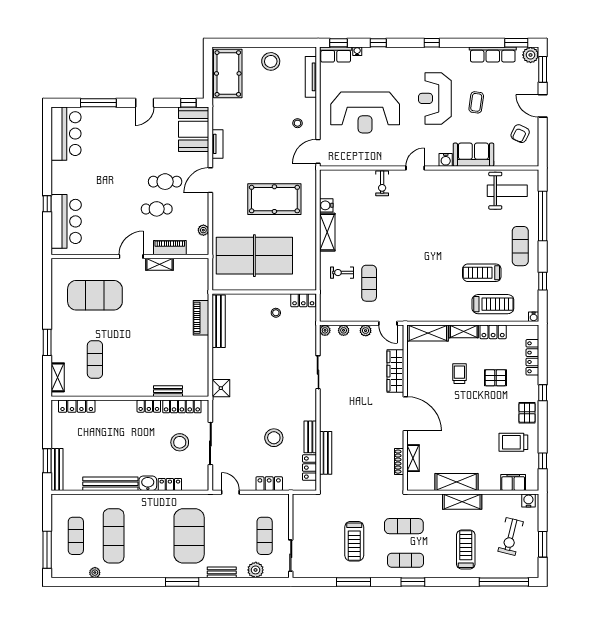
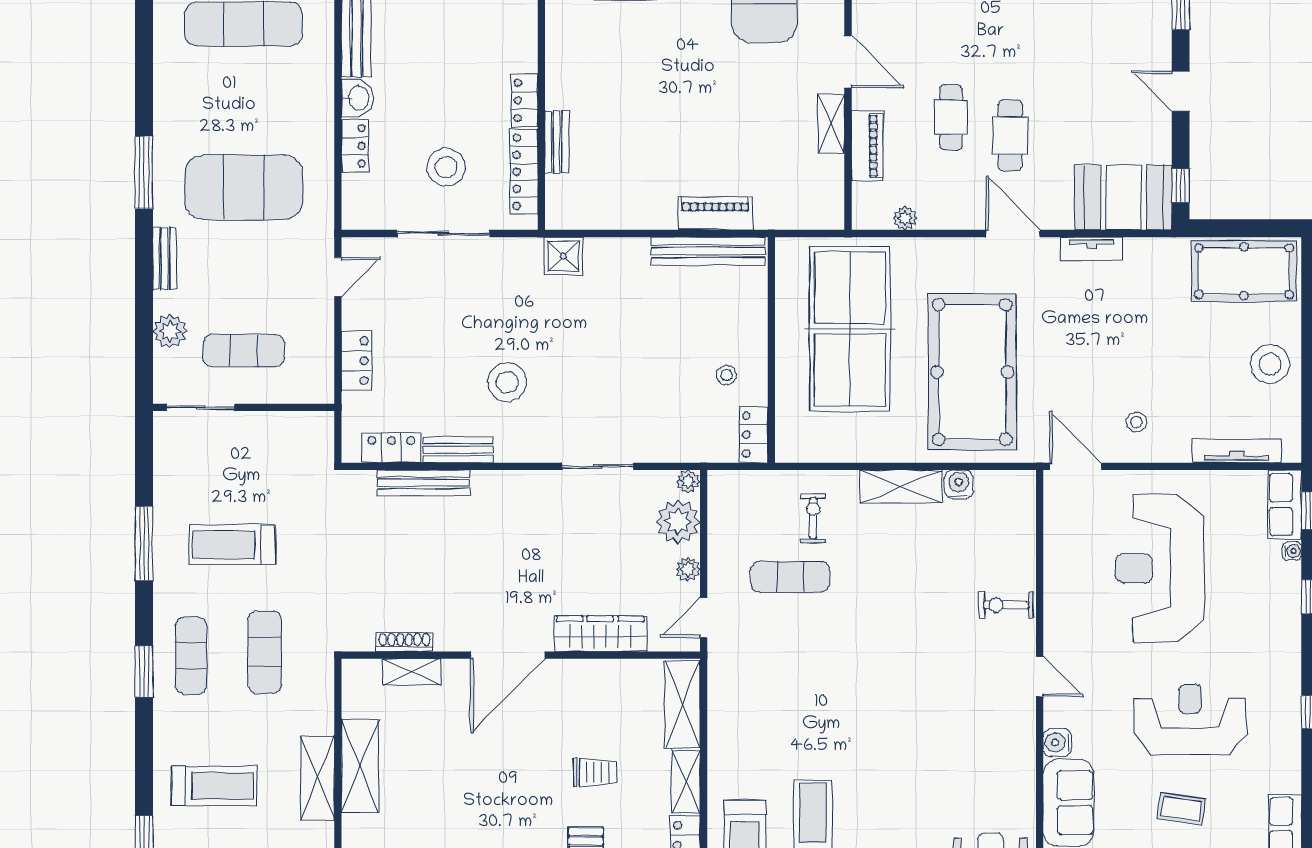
pool table: (274, 199) -> (972, 372), width x1.36, depth x1.32
plant: (344, 330) -> (678, 522), width x1.88, depth x1.88
stool: (274, 438) -> (507, 382), moved

